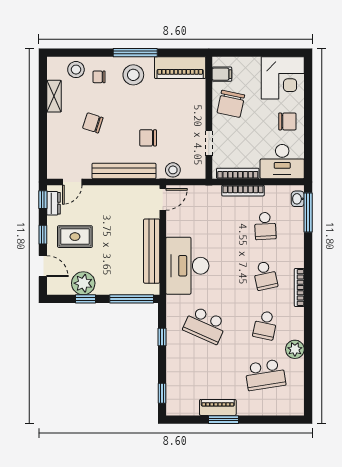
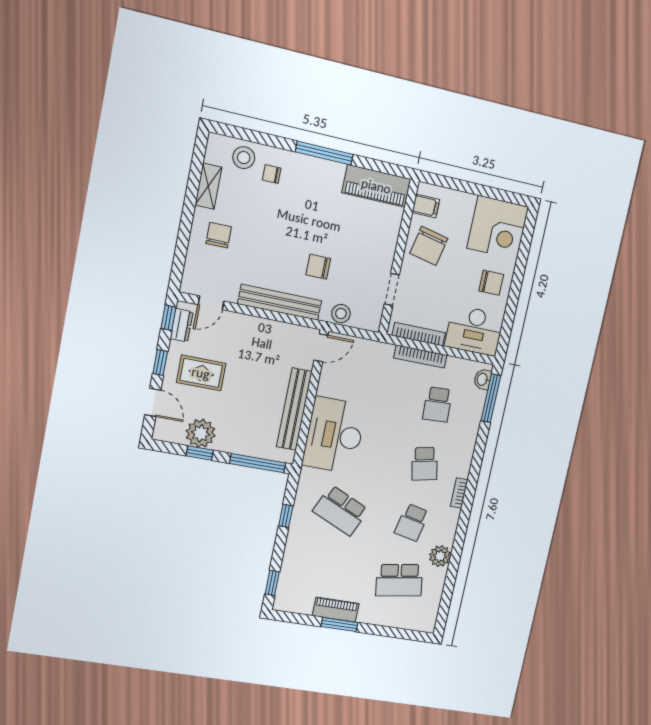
stool: (133, 75) -> (316, 182), removed
chair: (93, 123) -> (219, 235), moved, turned 72
bookcase: (299, 287) -> (459, 493), width x0.64

